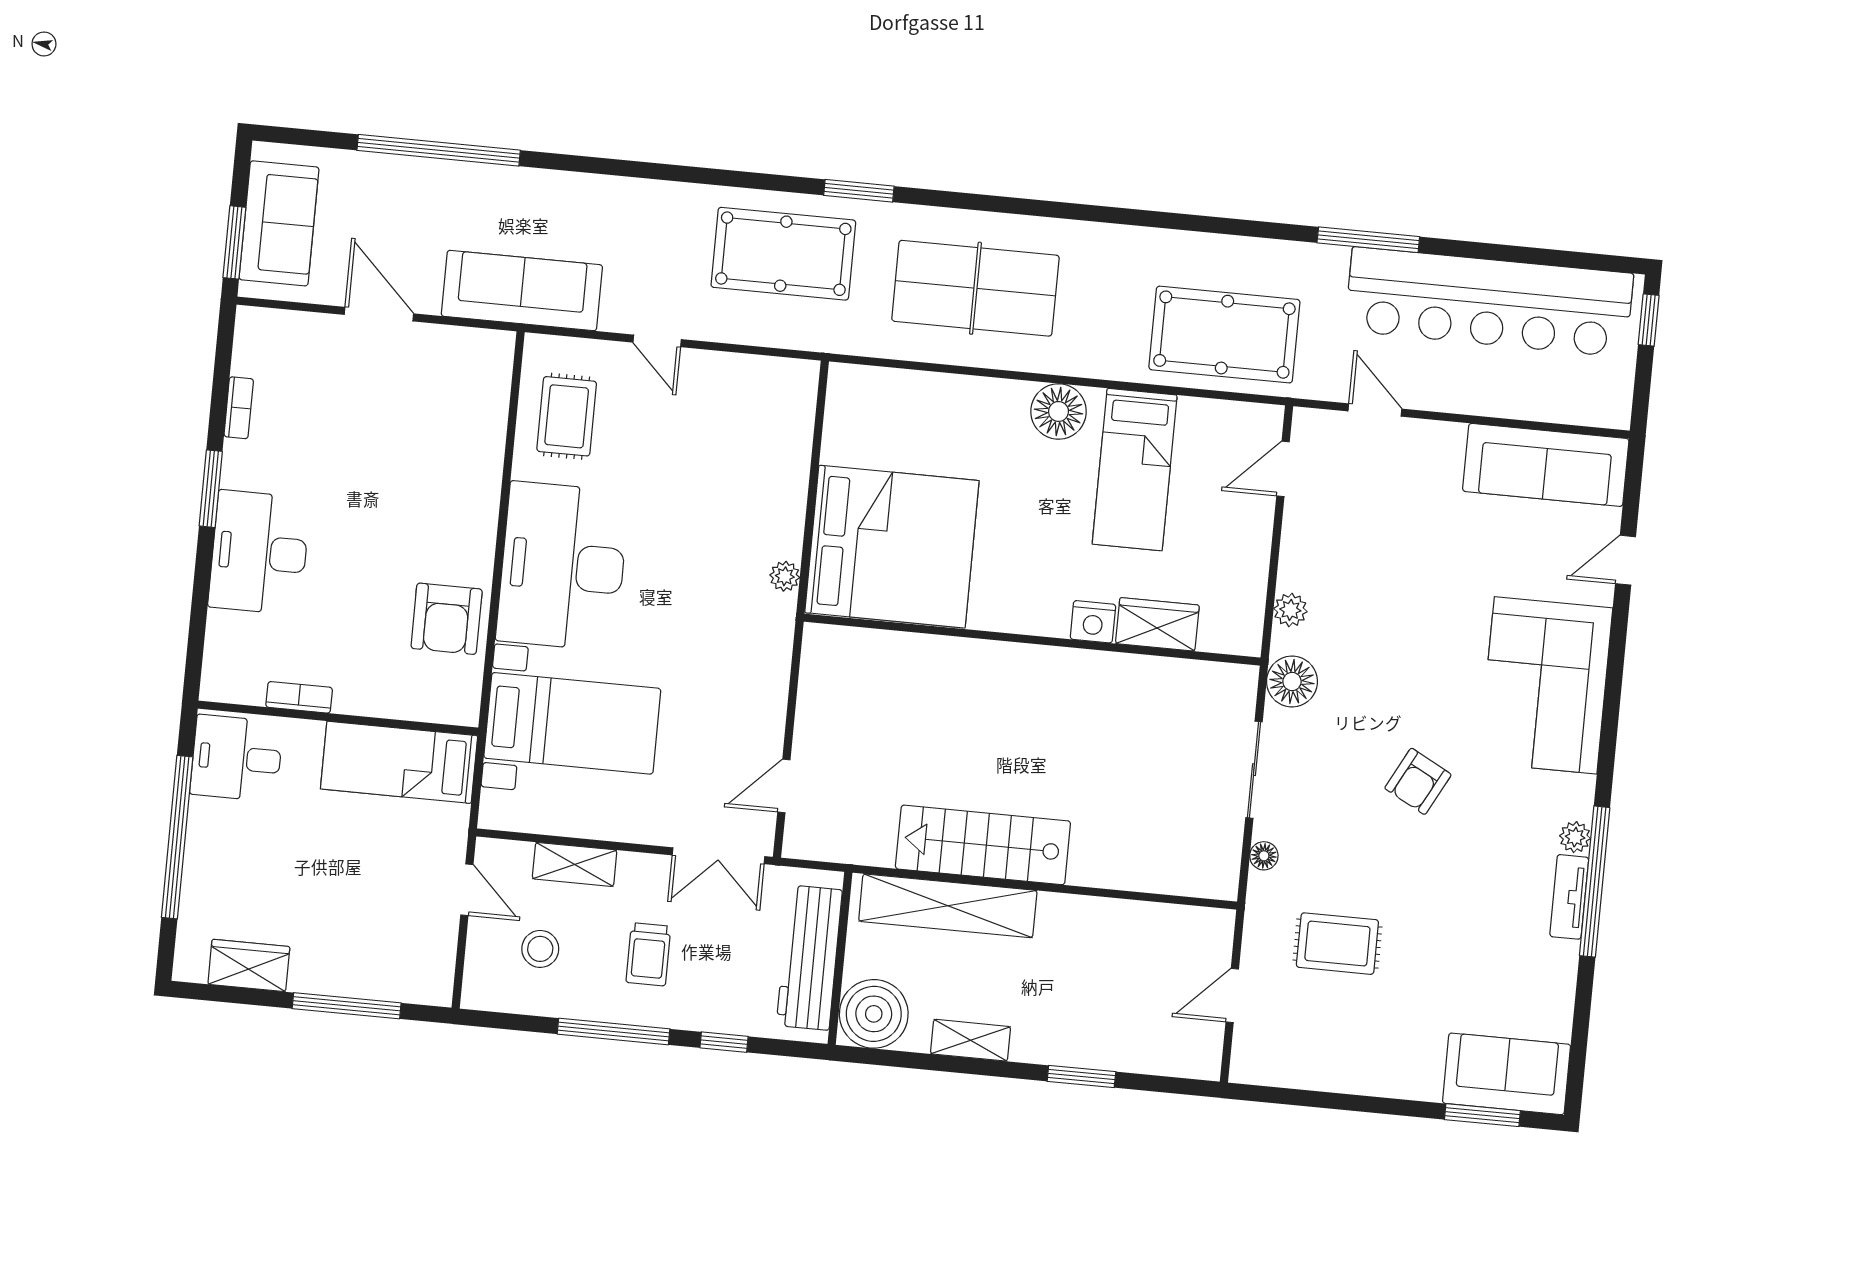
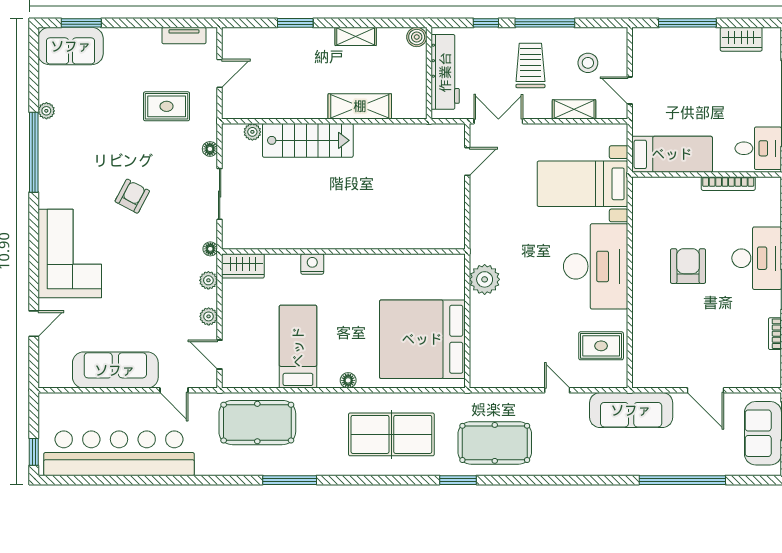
window: (1368, 240) -> (290, 480), moved
floor lamp: (1059, 411) -> (348, 380), width x0.53, depth x0.53
rug: (567, 416) -> (601, 346), turned 90
sofa: (1546, 465) -> (115, 370), moved
door: (1283, 469) -> (220, 355), swing flipped
plant: (1297, 542) -> (209, 316), added
bed: (892, 547) -> (422, 339), moved
plant: (785, 576) -> (485, 279), width x1.87, depth x1.87
armchair: (447, 619) -> (688, 266), moved
wardrobe: (1157, 624) -> (243, 266), moved
floor lamp: (1292, 682) -> (210, 249), width x0.53, depth x0.53
bookcase: (299, 697) -> (728, 184), width x1.56
plant: (1575, 837) -> (46, 111), moved
stairs: (983, 845) -> (308, 140), moved
plant: (1181, 880) -> (252, 132), added
tv unit: (1569, 897) -> (184, 36), moved, turned 90
shelving: (948, 906) -> (360, 106), width x0.68
trolley: (648, 954) -> (530, 66), width x1.36, depth x1.39
boiler: (874, 1014) -> (417, 37), width x0.54, depth x0.54

